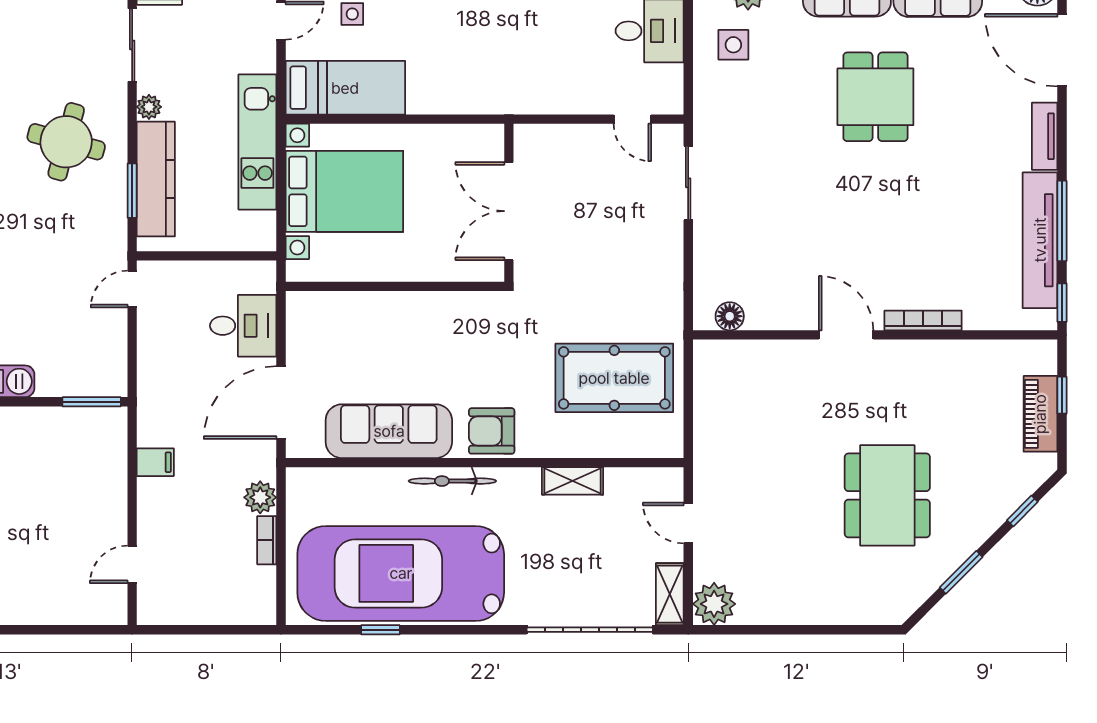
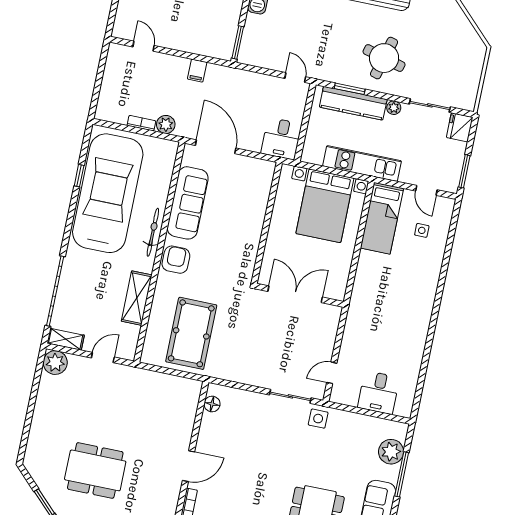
side table: (733, 45) -> (318, 419), moved
desk: (243, 326) -> (281, 139), moved
shelving: (573, 481) -> (137, 298), width x1.50, depth x1.33

